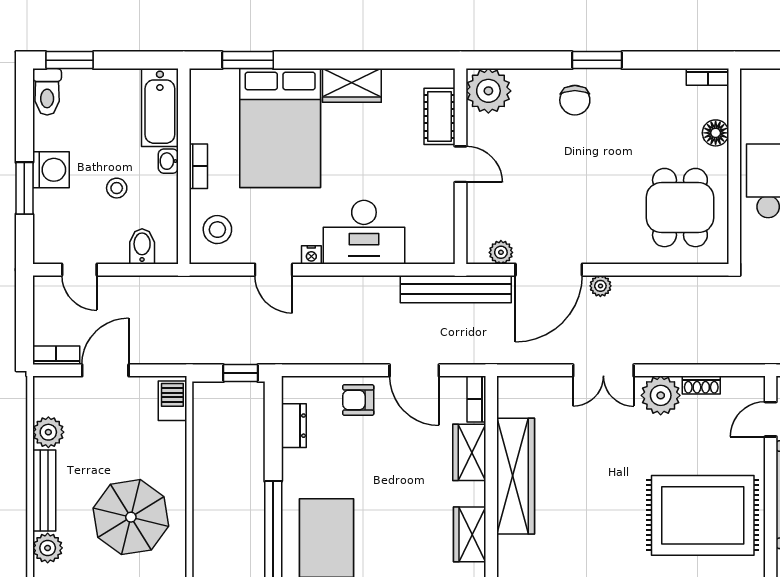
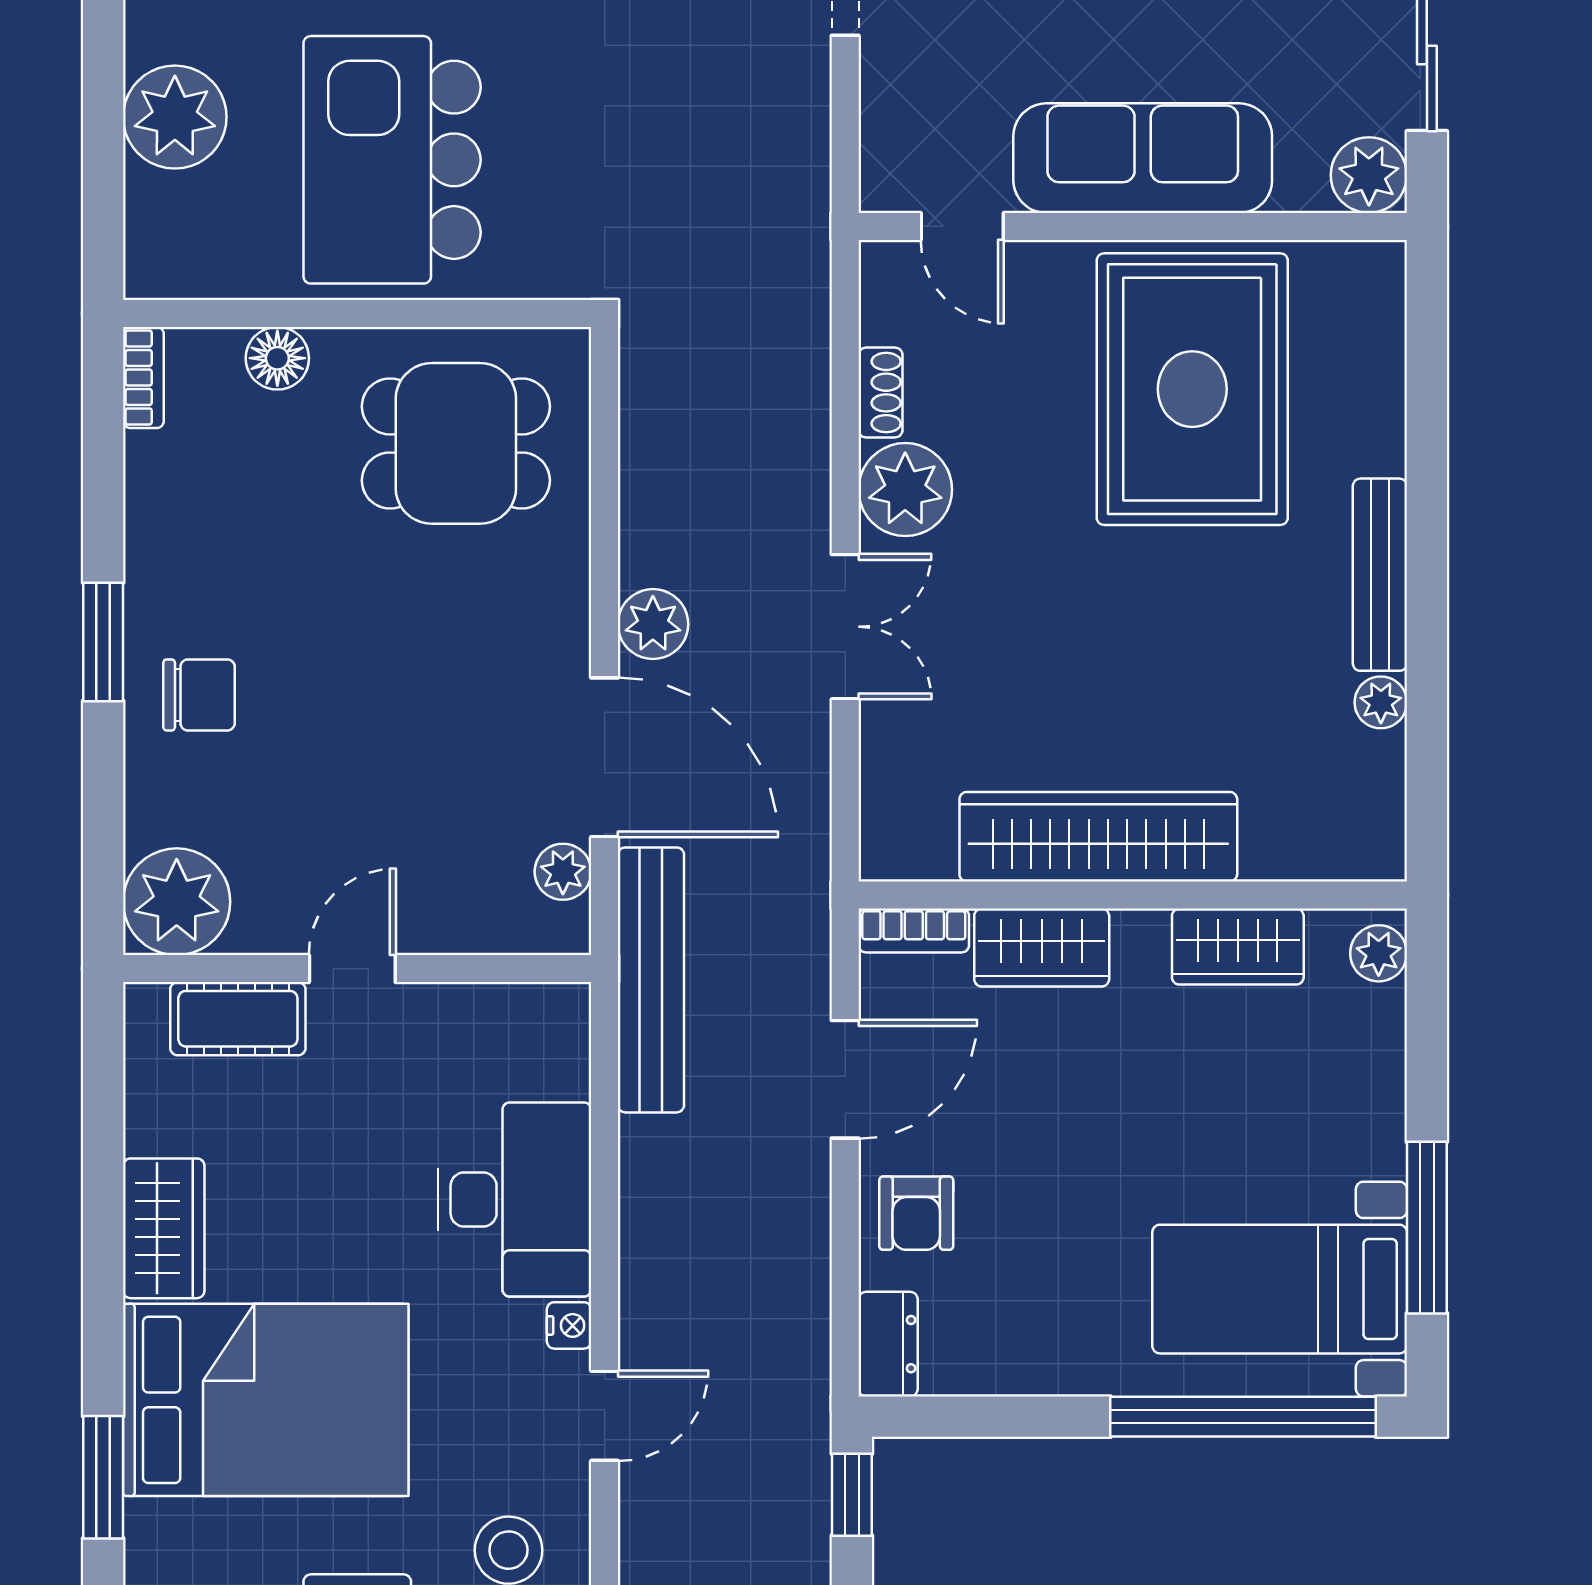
plant: (600, 286) -> (653, 624), width x1.38, depth x1.38
dresser: (294, 426) -> (888, 1344), moved, turned 90

